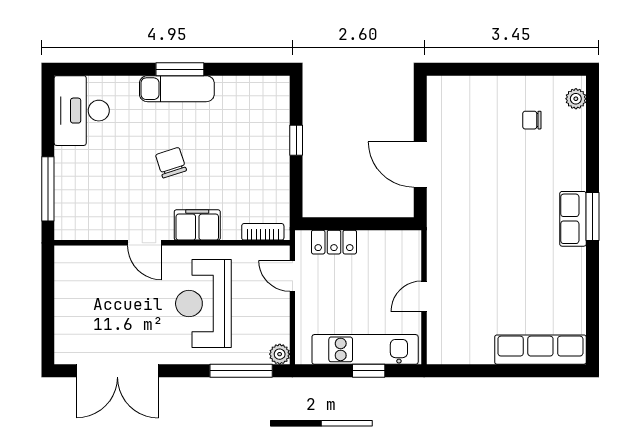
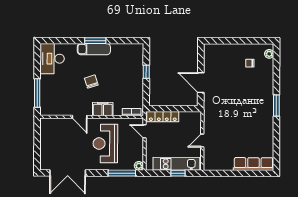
row of seats: (573, 219) -> (268, 107), removed
locker: (334, 242) -> (163, 117), width x1.53

